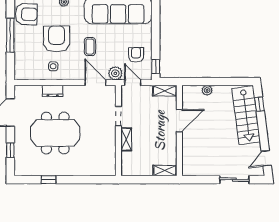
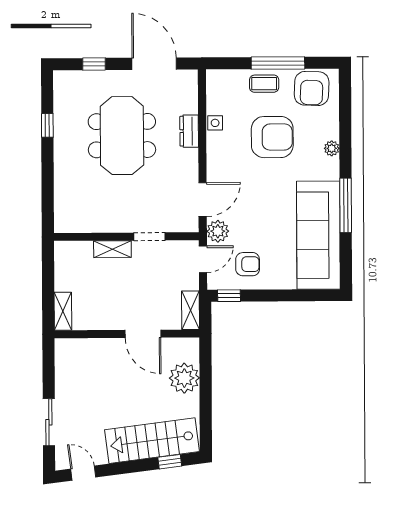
coffee table: (90, 47) -> (264, 84), moved
side table: (53, 66) -> (215, 123), moved
plant: (207, 90) -> (184, 378), width x1.87, depth x1.87

